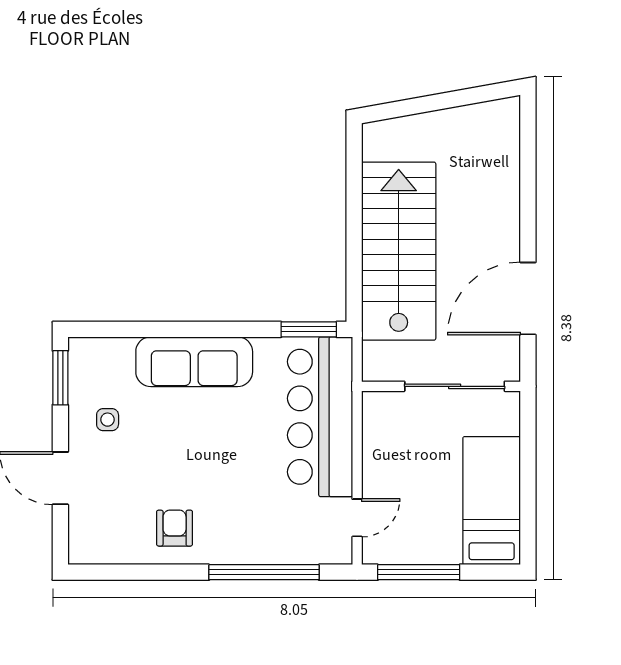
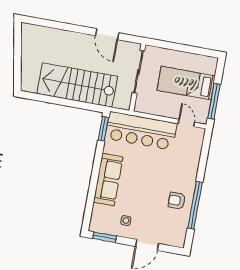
door: (528, 299) -> (107, 34), width x0.73
bed: (492, 501) -> (186, 83), moved
window: (264, 572) -> (195, 205), moved

